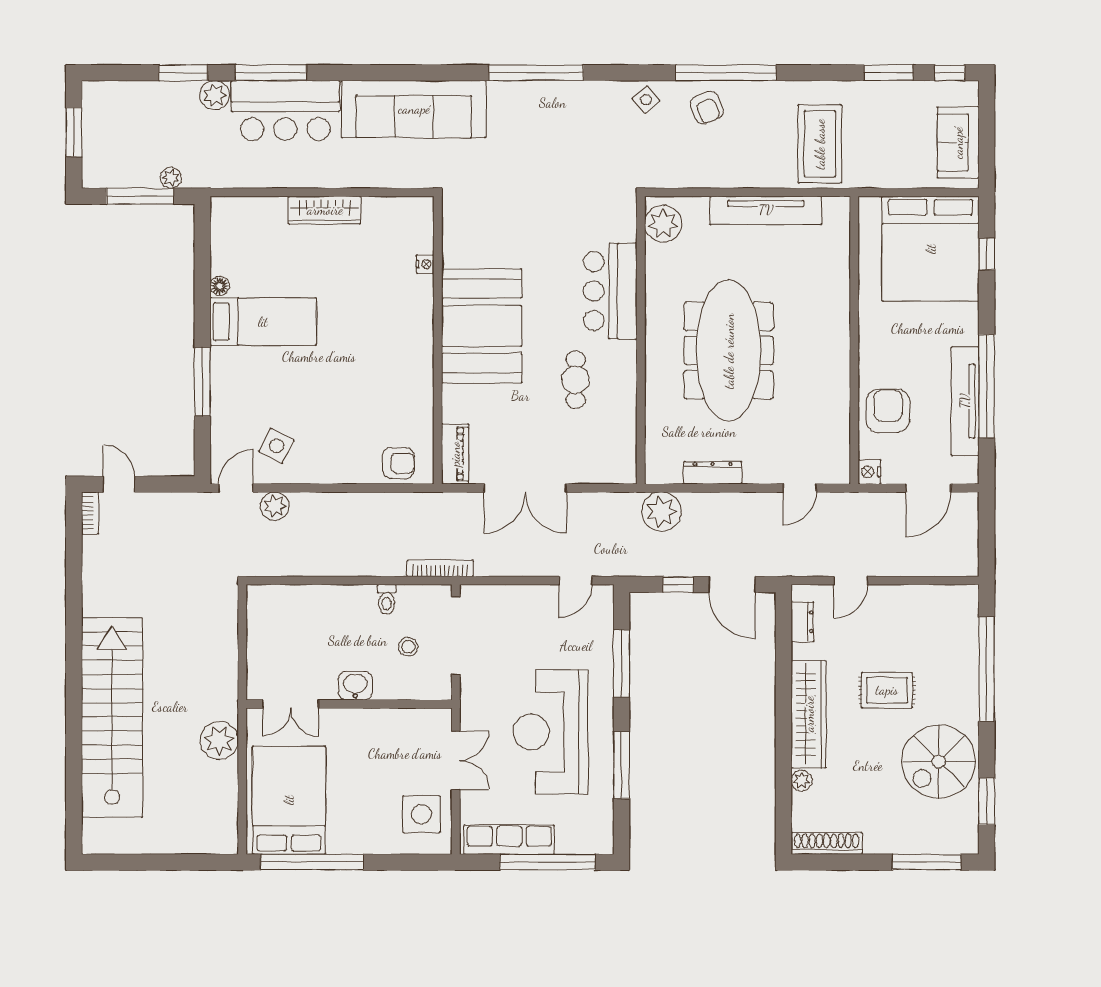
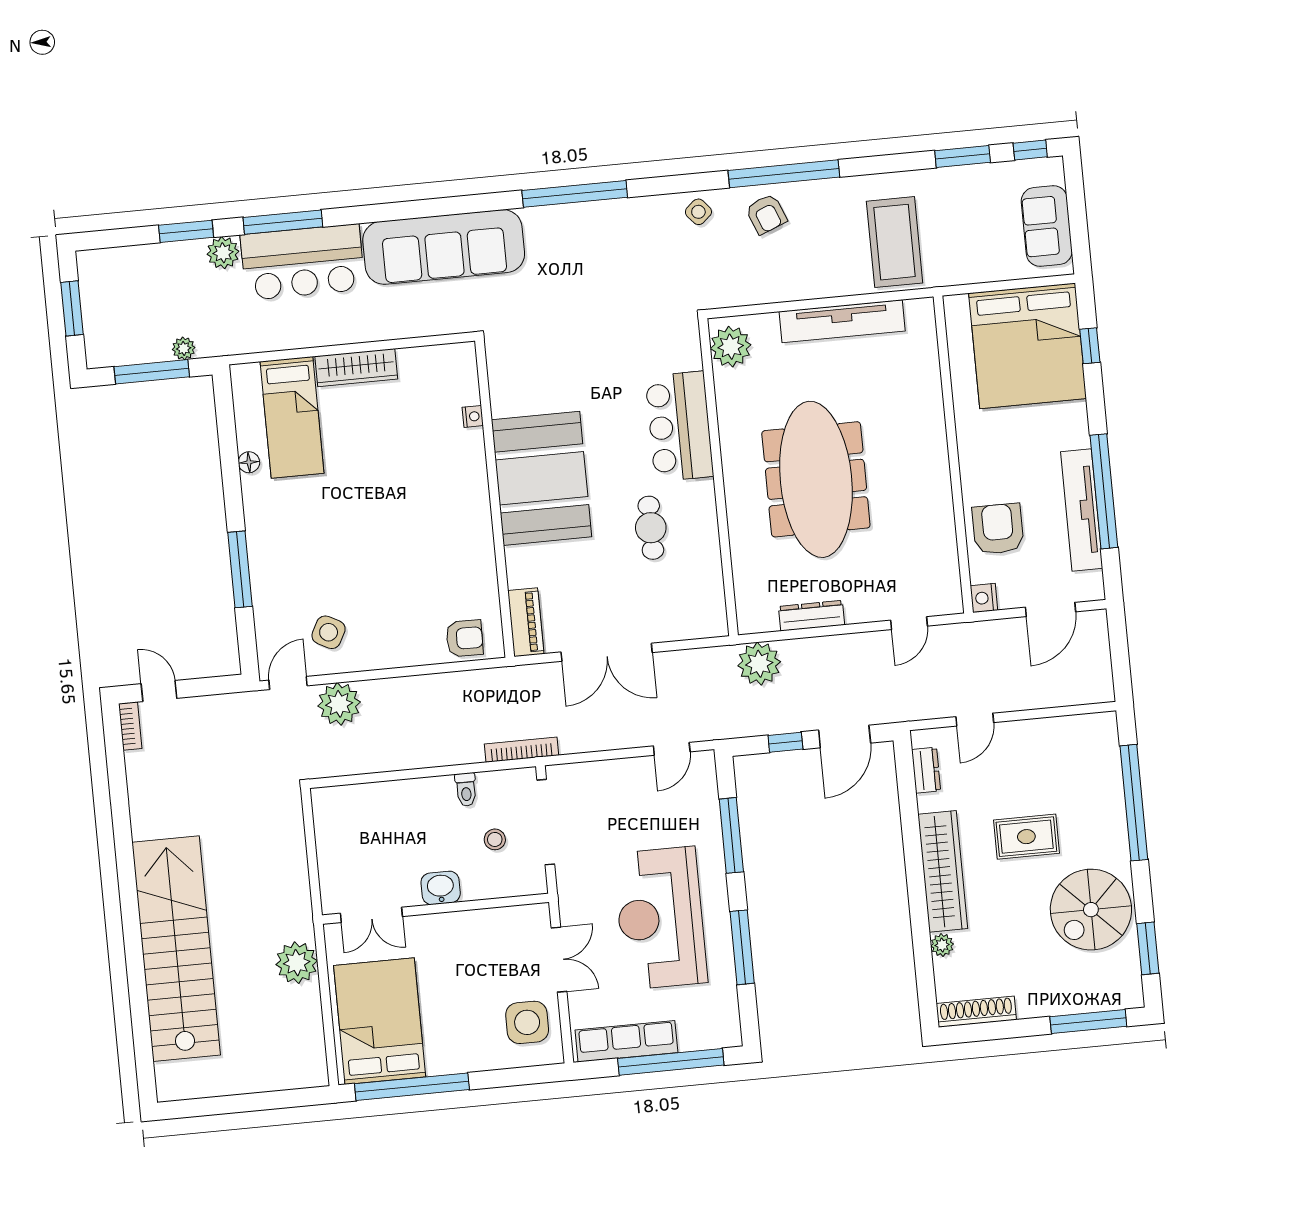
bed: (263, 322) -> (292, 417), moved, turned 90
plant: (275, 506) -> (339, 704), width x1.36, depth x1.36
door: (732, 584) -> (845, 736), hinge flipped

